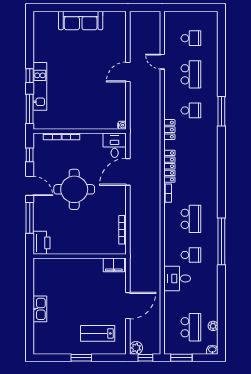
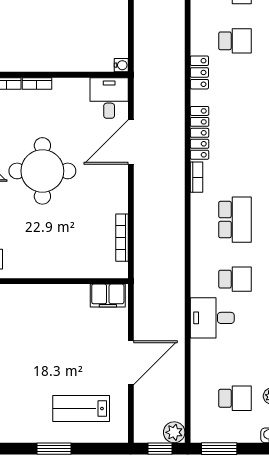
school desk: (191, 327) -> (235, 398), width x0.54
plant: (136, 348) -> (174, 432), moved

